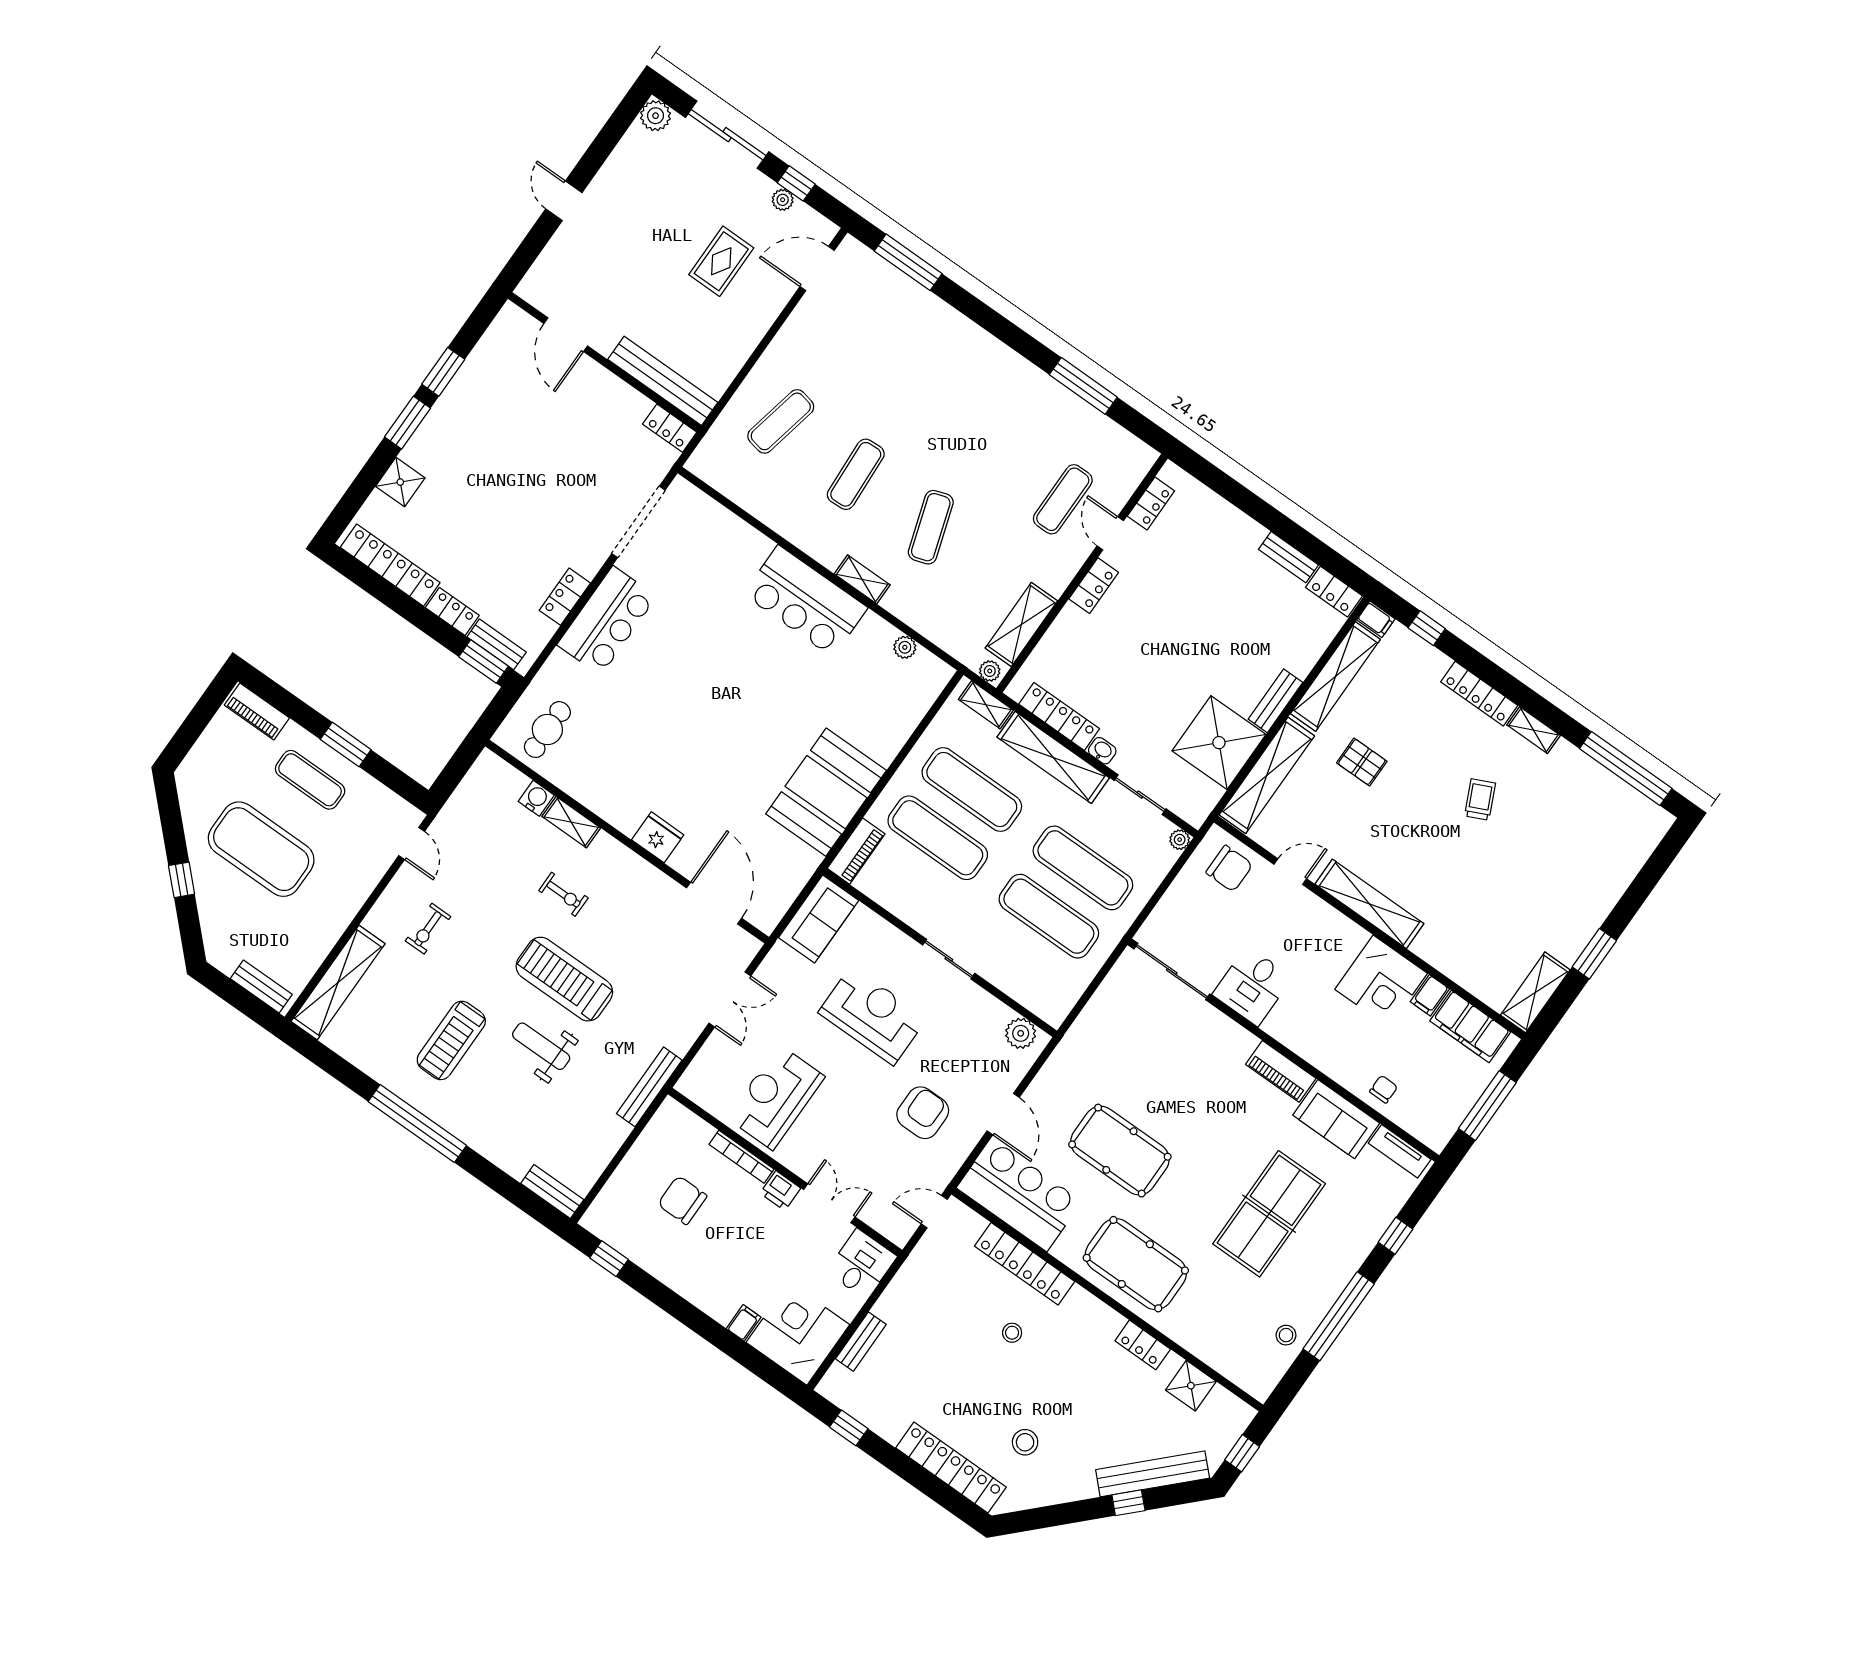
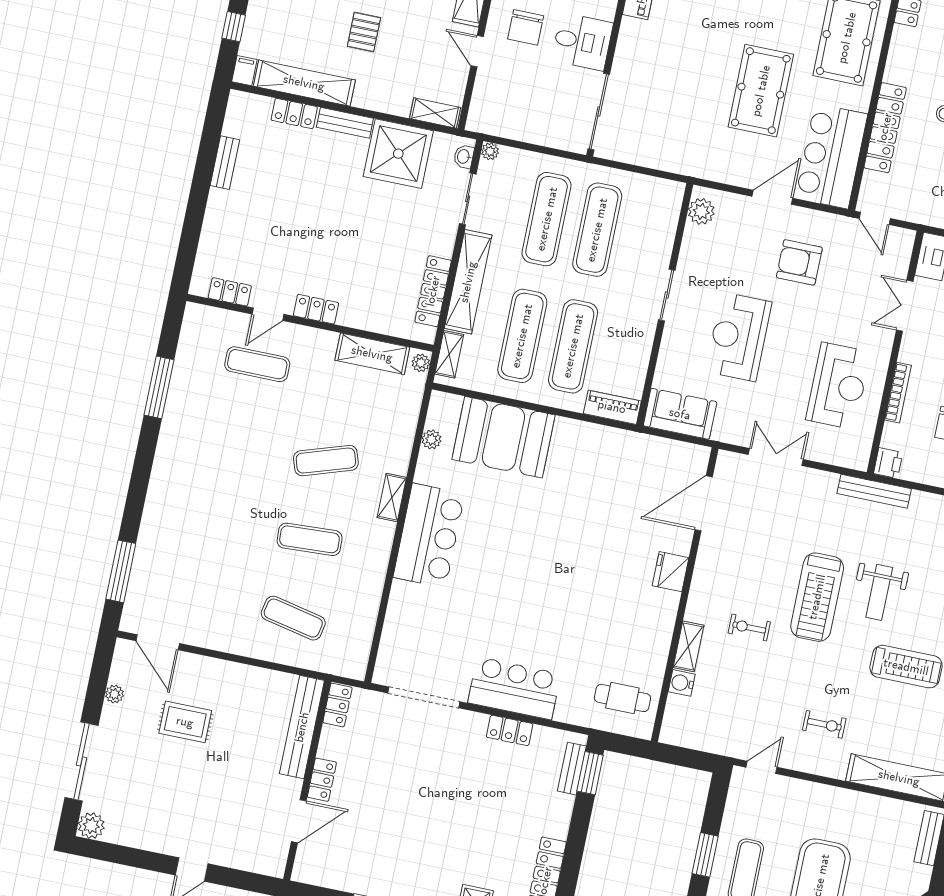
window: (796, 183) -> (97, 689), removed
locker: (1334, 592) -> (294, 113), moved, turned 90
locker: (452, 612) -> (322, 780), moved, turned 180
washbasin: (1102, 751) -> (464, 157), moved
shelving: (1267, 775) -> (435, 113), width x0.45, depth x0.75
booth: (826, 792) -> (504, 437), moved
chair: (1229, 869) -> (526, 27), moved, turned 180
exercise bike: (563, 894) -> (749, 627), turned -90
reception desk: (776, 1097) -> (838, 386), turned -90
printer: (780, 1191) -> (888, 463), moved

